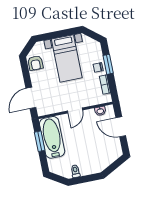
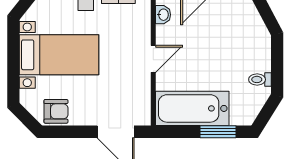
door: (75, 110) -> (153, 59), hinge flipped
window: (40, 141) -> (218, 132), moved

